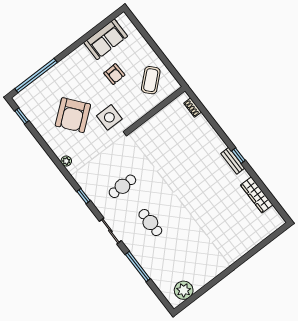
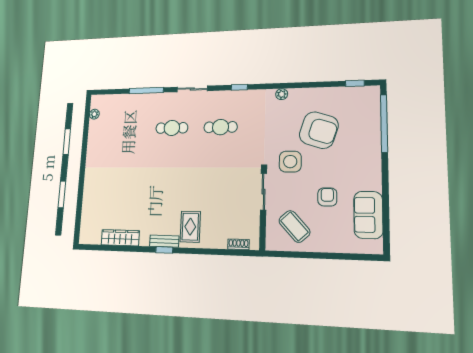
armchair: (114, 74) -> (327, 197), turned 92
armchair: (73, 115) -> (319, 130), turned 147
sliding door: (144, 119) -> (263, 192), added
rug: (208, 150) -> (190, 227), added
cafe table: (122, 186) -> (221, 127), turned 90
plant: (184, 290) -> (94, 114), width x0.53, depth x0.53

